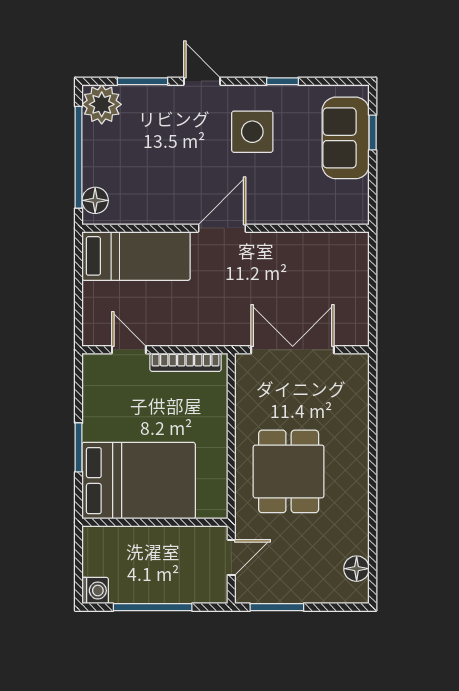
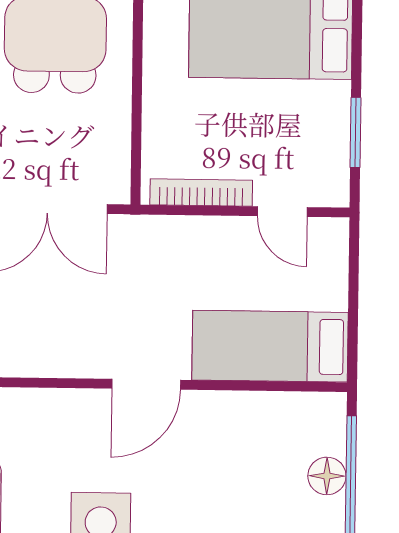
floor lamp: (95, 200) -> (327, 476), moved
window: (79, 447) -> (356, 133), moved

